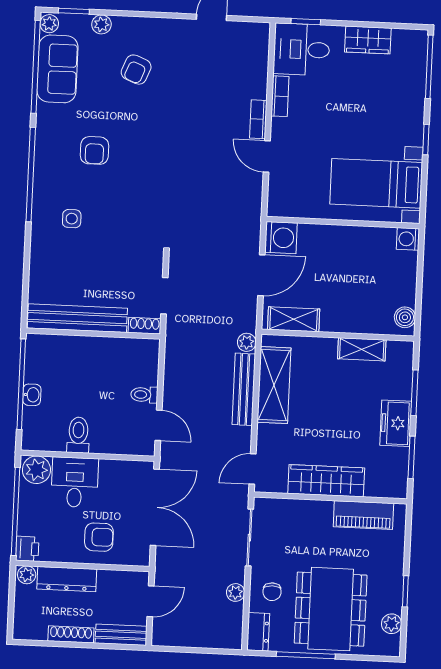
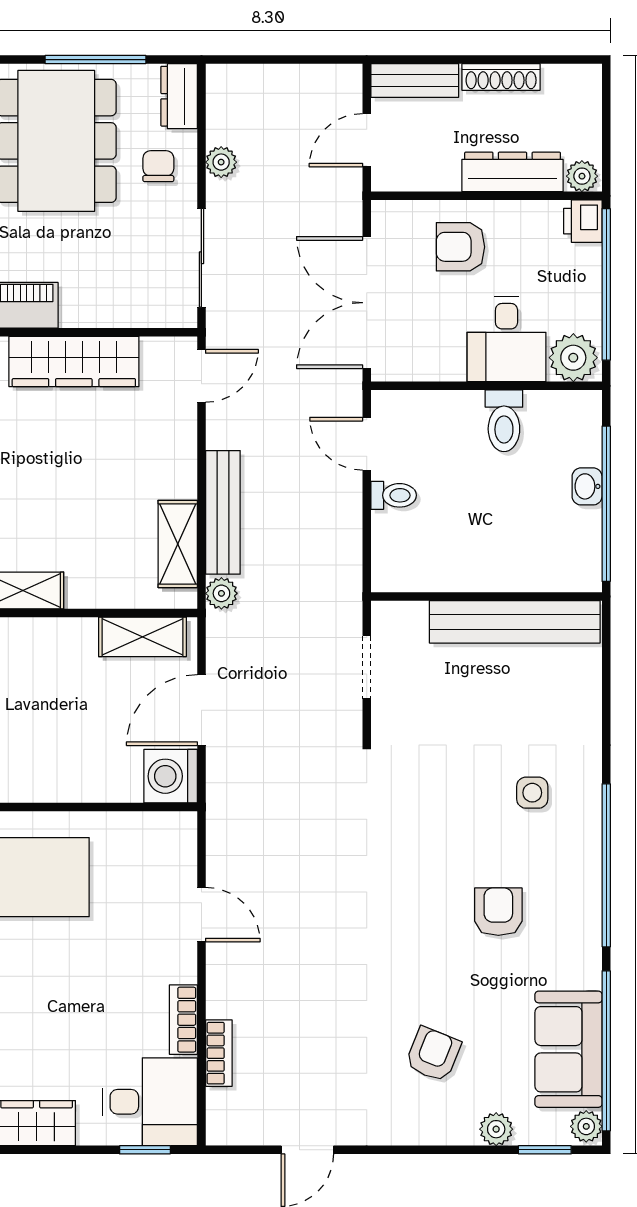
bookcase: (258, 119) -> (219, 1053), moved
shoe rack: (145, 326) -> (398, 614), removed
shelving: (274, 385) -> (178, 544), width x0.67, depth x0.75

